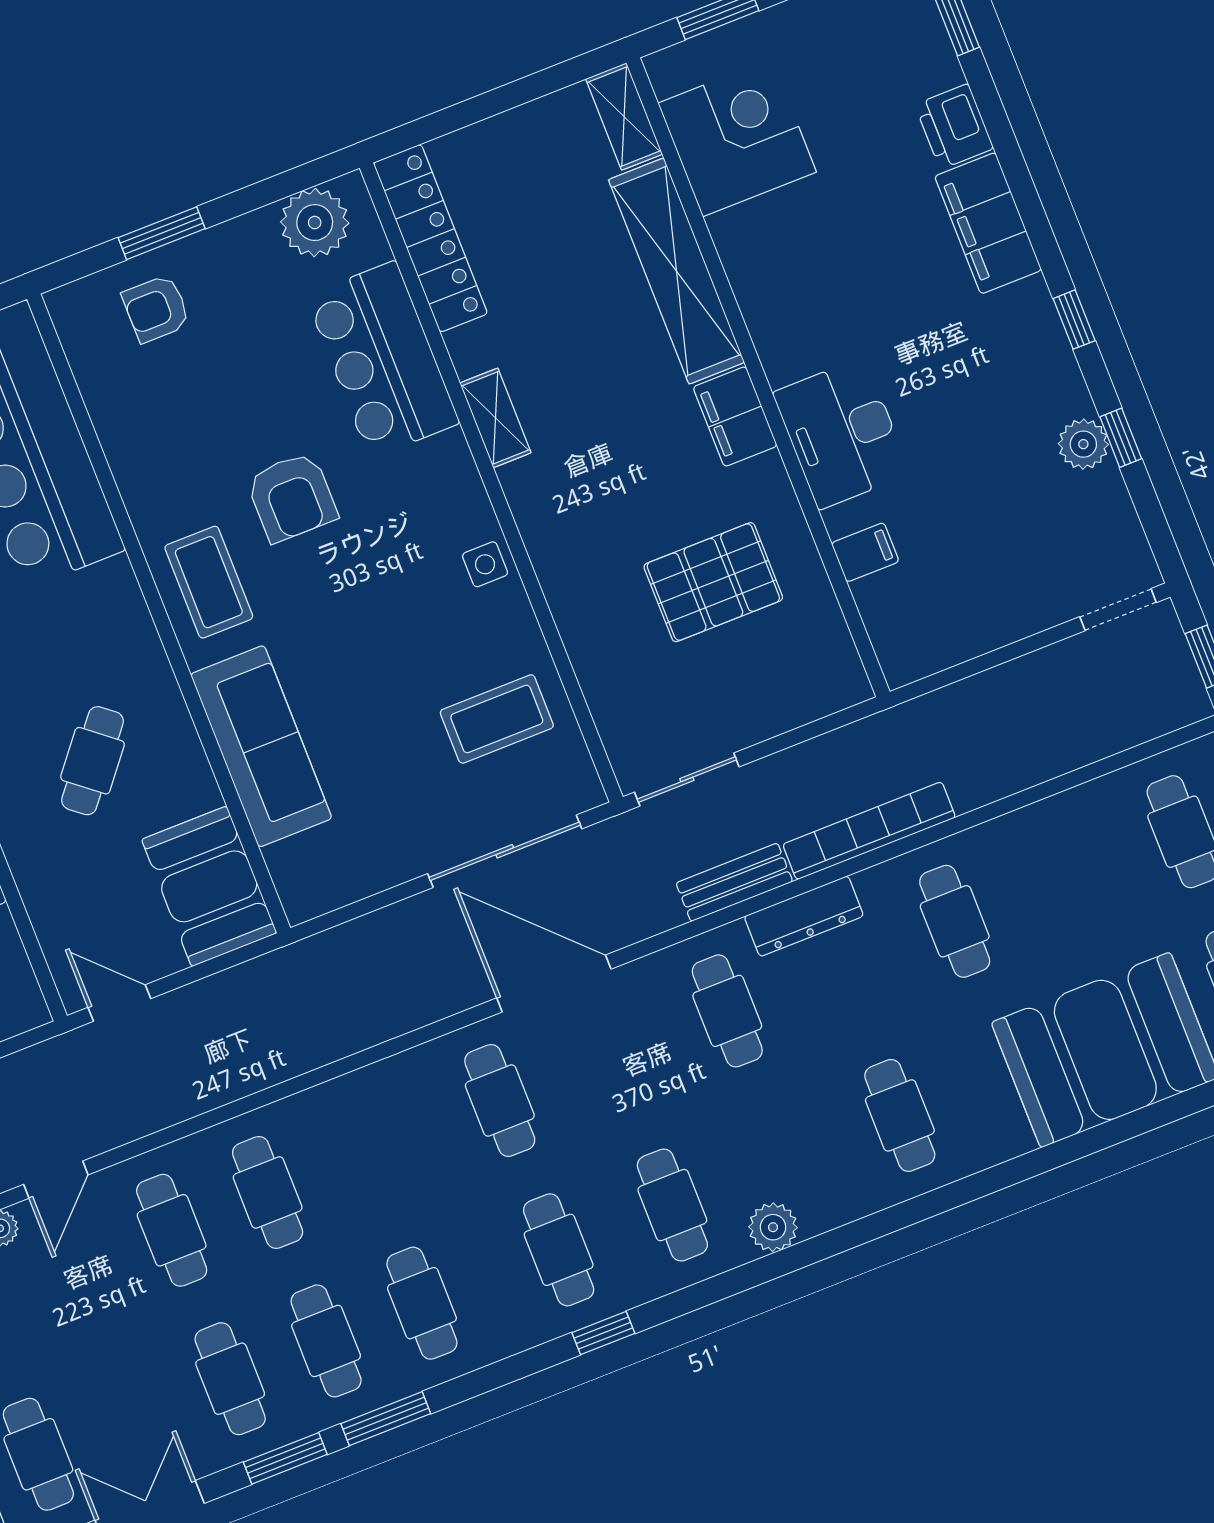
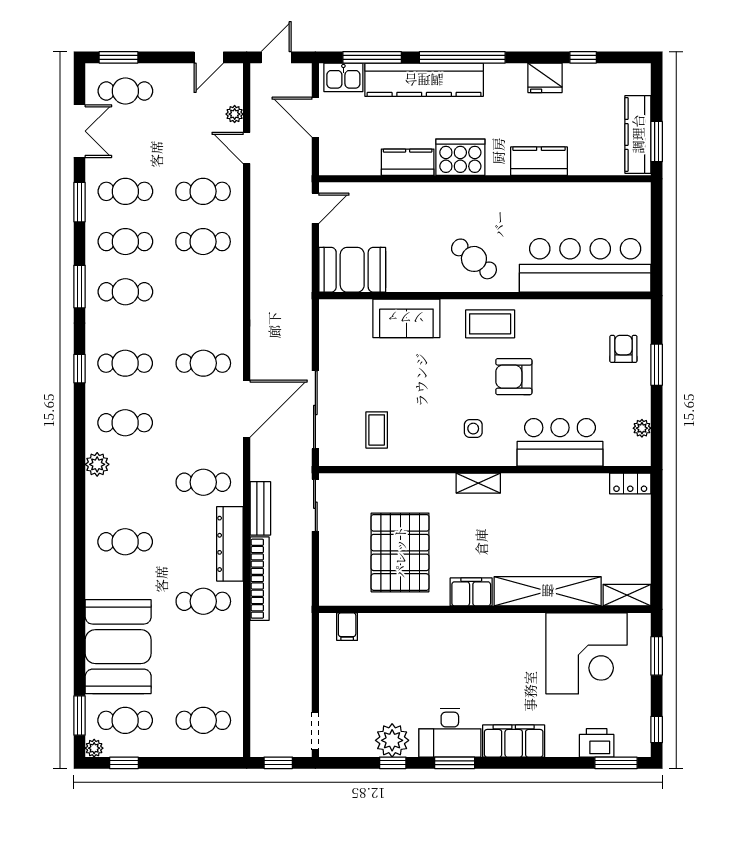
printer: (954, 126) -> (597, 743), moved
corner desk: (737, 138) -> (586, 653), width x1.36, depth x1.36
plant: (315, 223) -> (642, 428), width x0.53, depth x0.53
locker: (430, 238) -> (630, 483), width x0.46, depth x0.83
window: (1074, 320) -> (455, 763), width x1.50
shelving: (495, 418) -> (478, 483), moved
desk: (842, 433) -> (450, 733), moved, turned 180
plant: (1083, 444) -> (392, 740), width x1.36, depth x1.36
filing cabinet: (865, 552) -> (347, 627), moved
side table: (485, 564) -> (473, 429), moved
pallet: (713, 582) -> (400, 552), width x1.37, depth x1.41
coffee table: (497, 719) -> (377, 430), width x0.73, depth x0.77
sofa: (261, 746) -> (406, 318), width x0.73
cafe table: (93, 761) -> (474, 259), moved
dresser: (804, 916) -> (230, 544), width x1.37, depth x1.24
window: (386, 1419) -> (79, 287), moved

